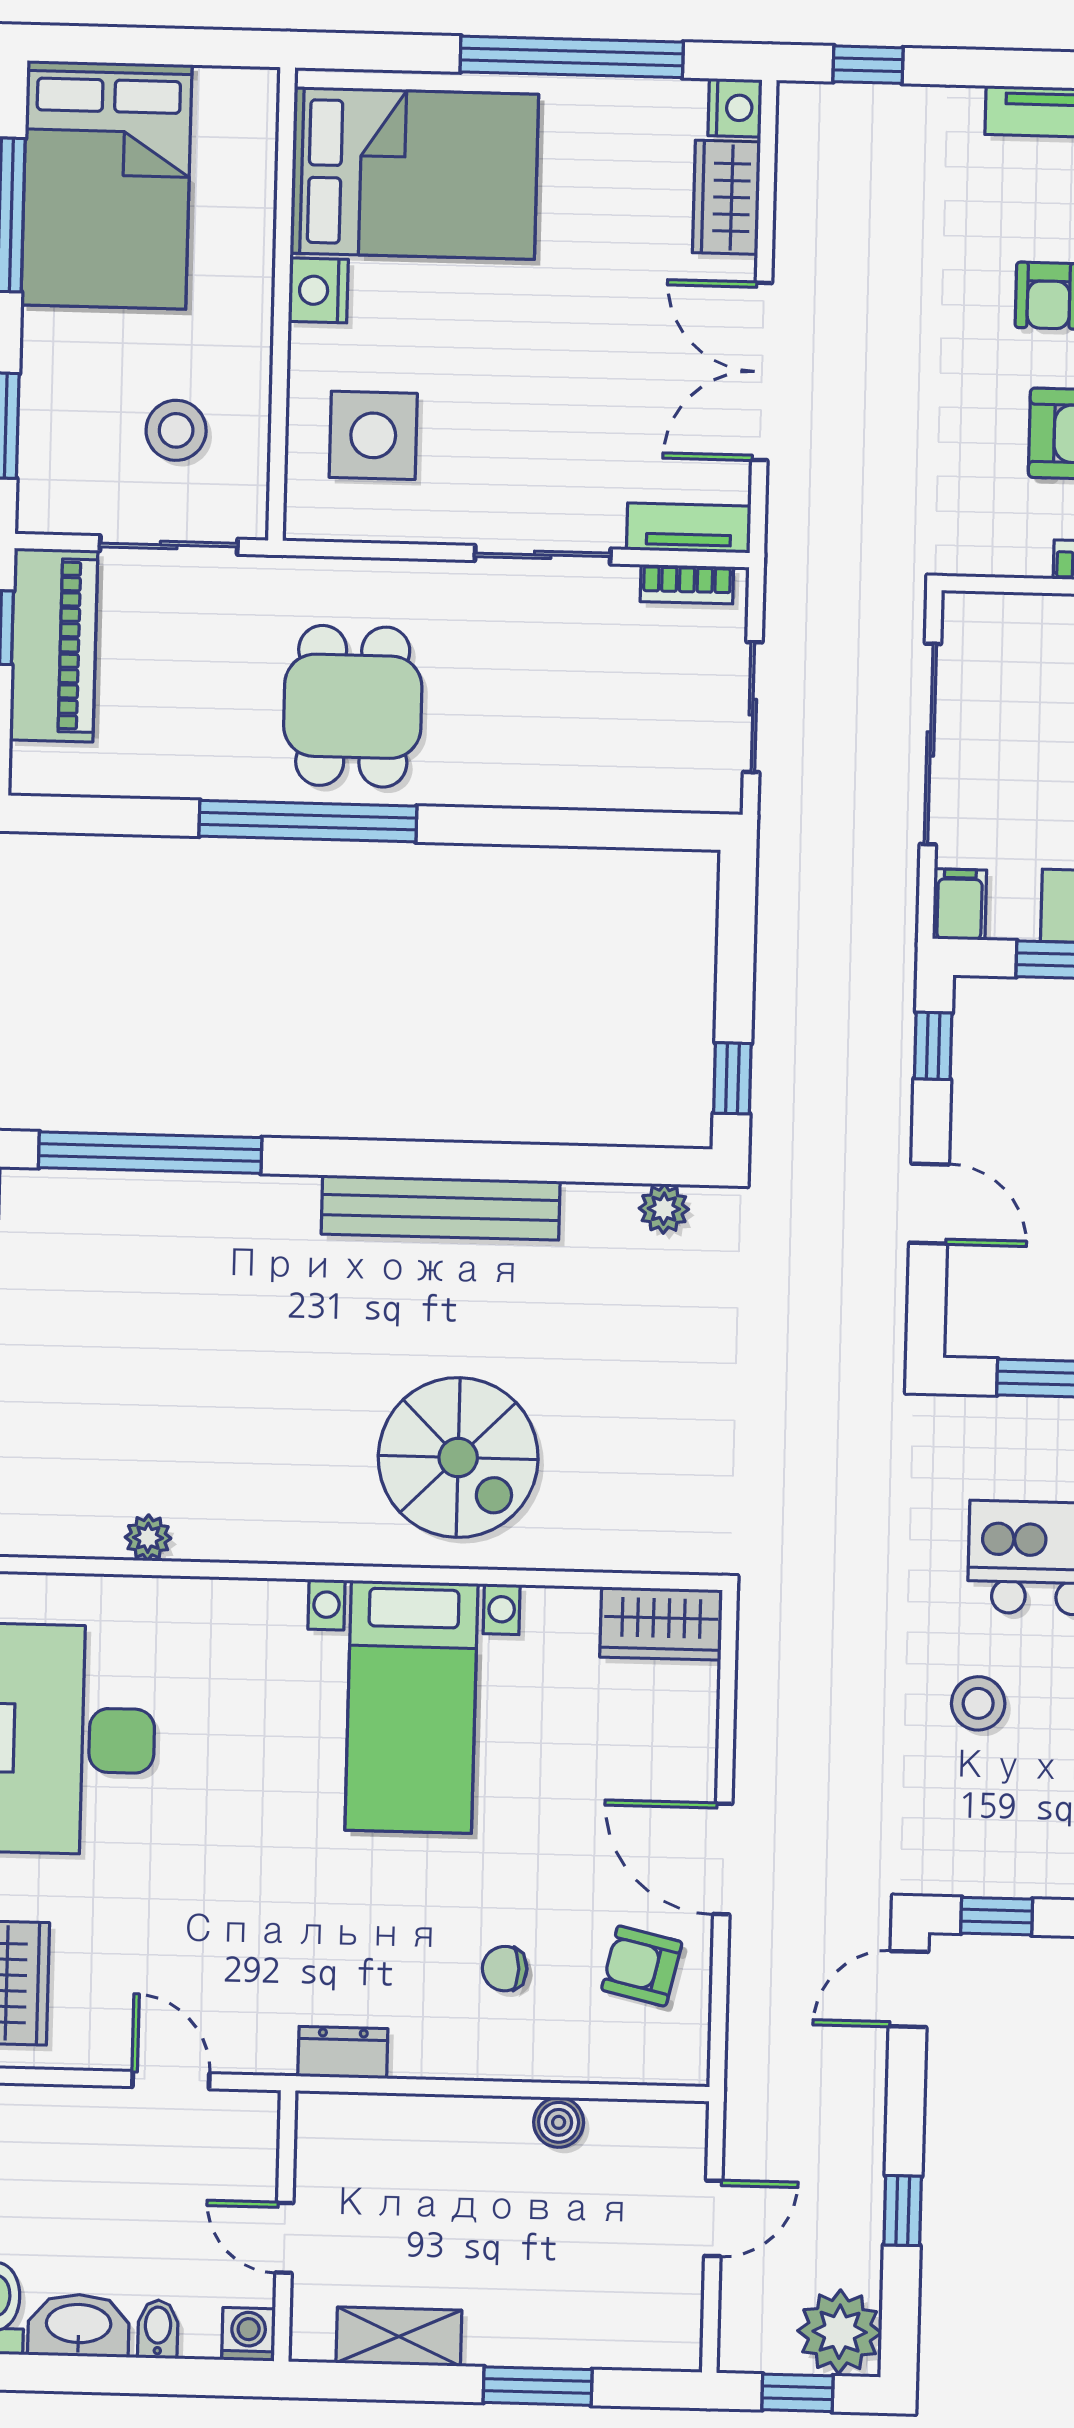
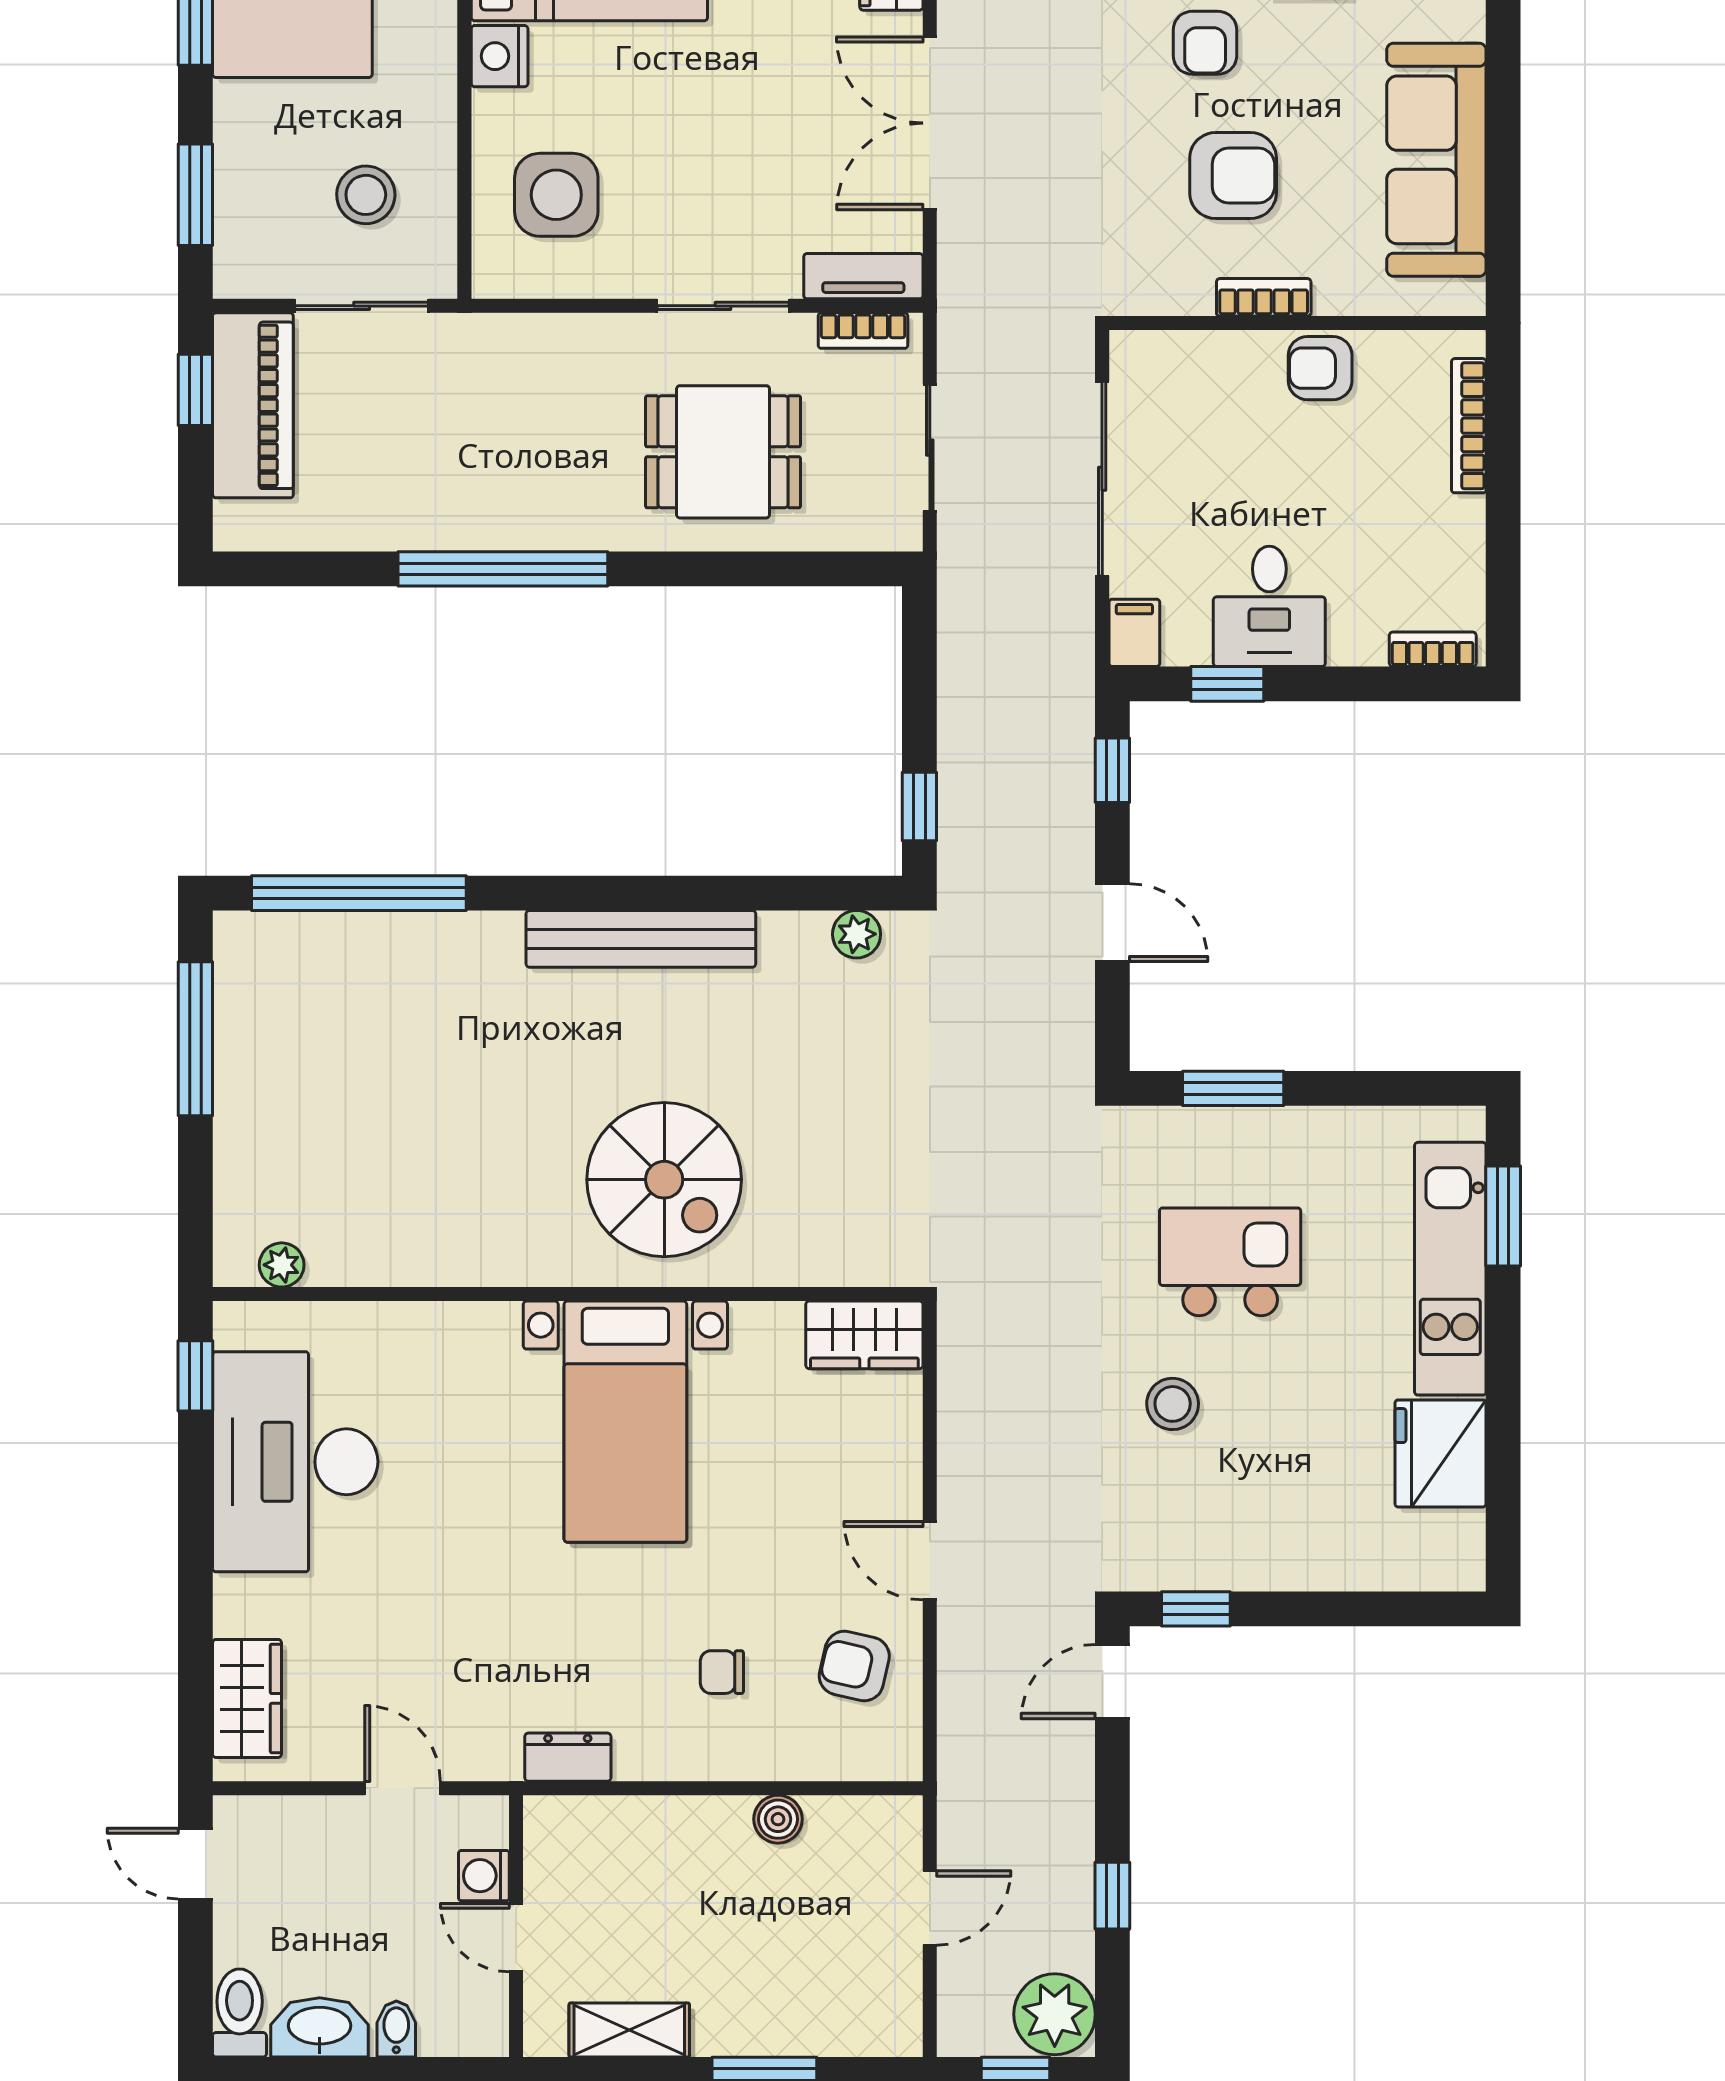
dining table: (353, 706) -> (723, 452), moved, turned 90
plant: (148, 1538) -> (282, 1265), moved
door: (723, 1859) -> (930, 1561), width x0.73
washing machine: (248, 2334) -> (484, 1876), moved, turned -90

